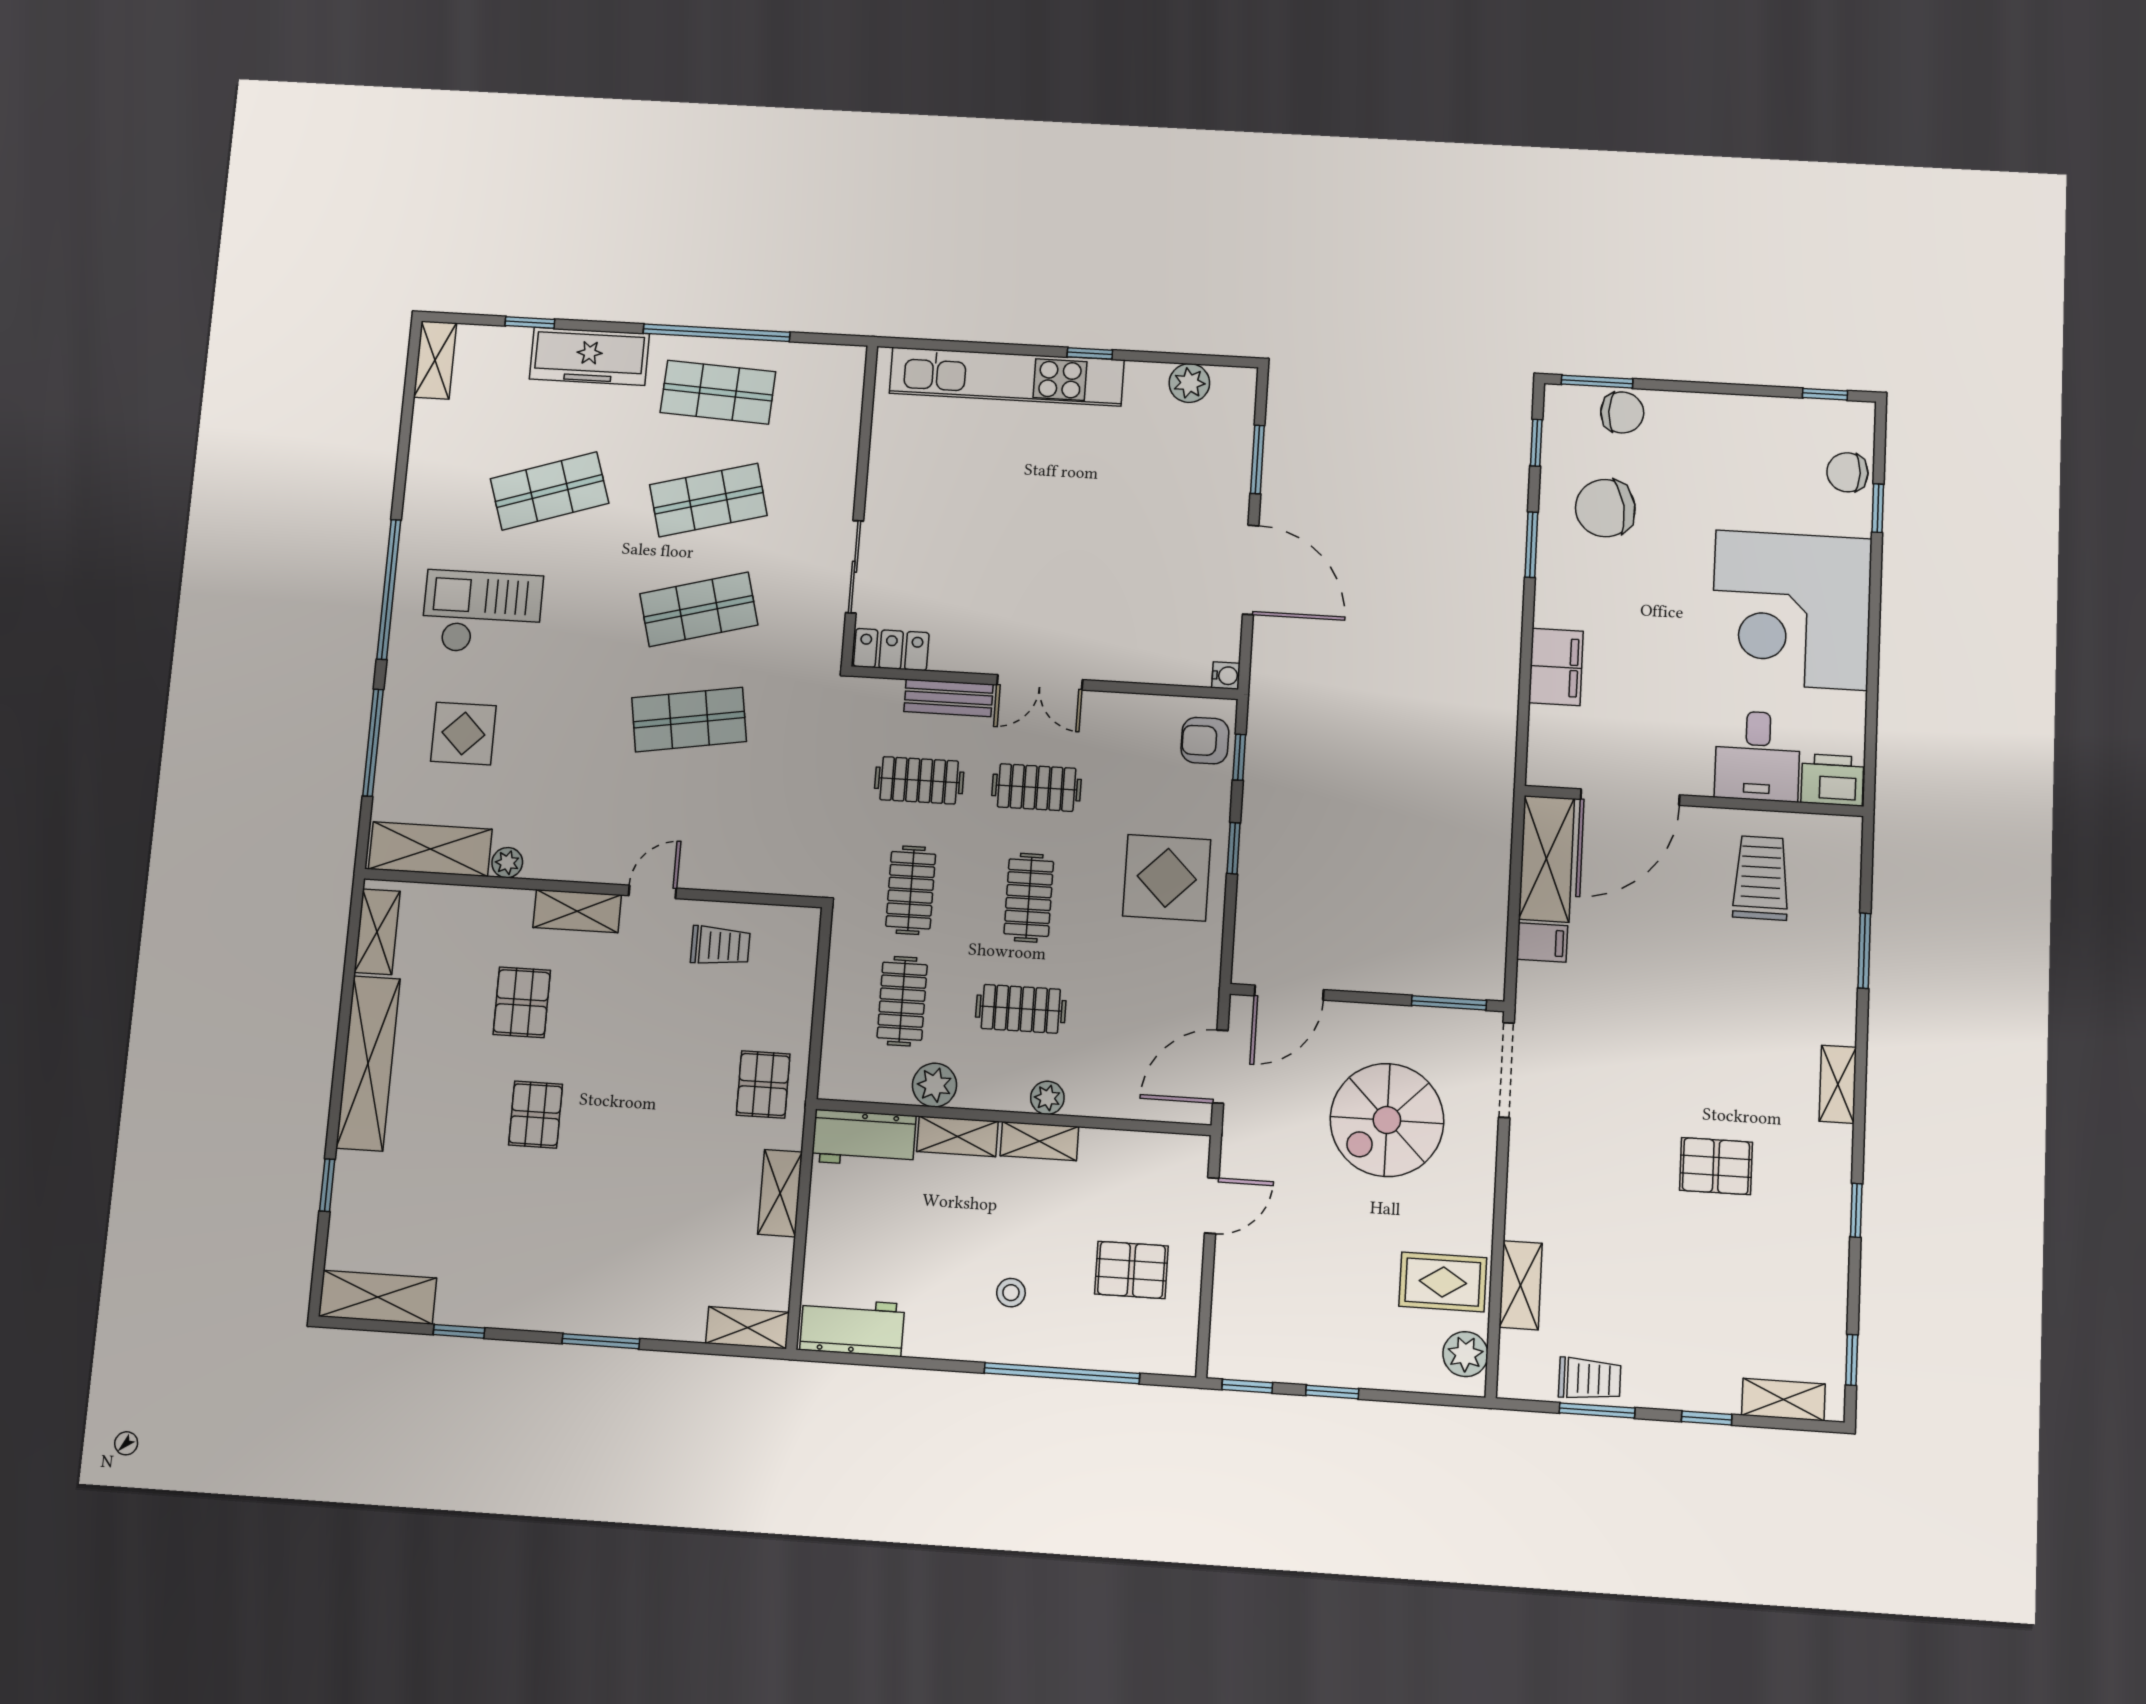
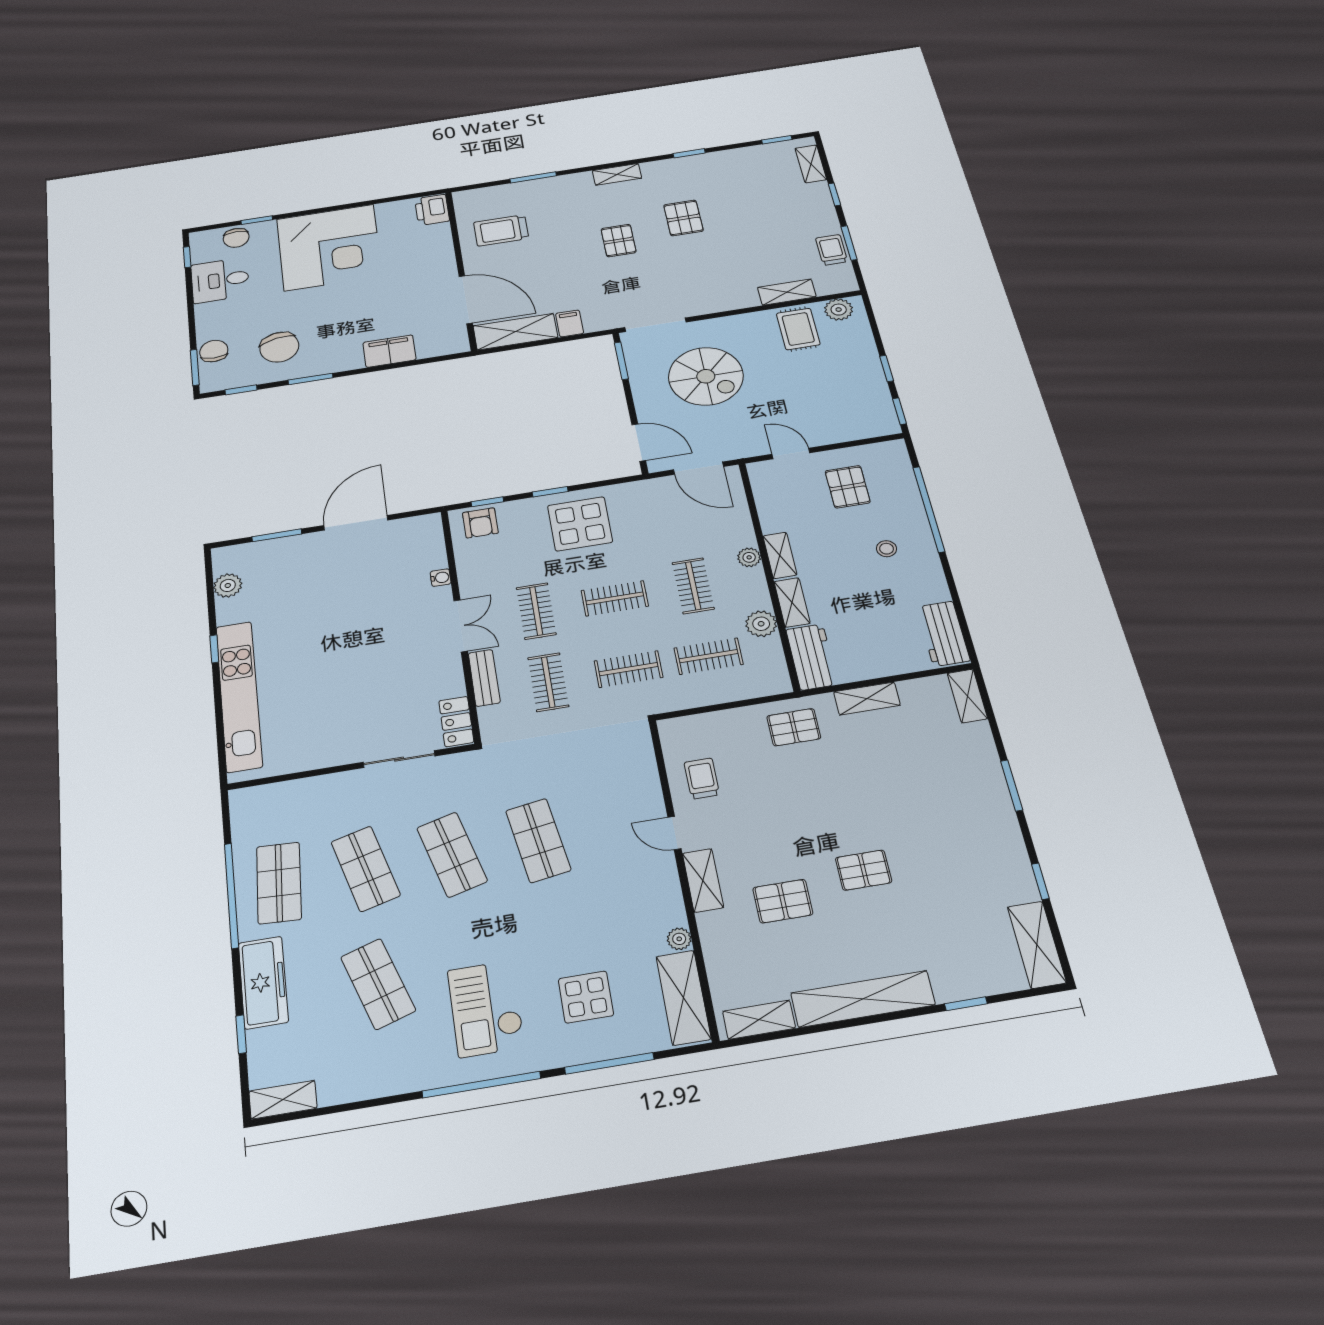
water cooler: (1226, 676) -> (441, 578), moved, turned 90
desk: (1758, 756) -> (220, 280), moved, turned 180
pallet: (1693, 1054) -> (619, 241), added

